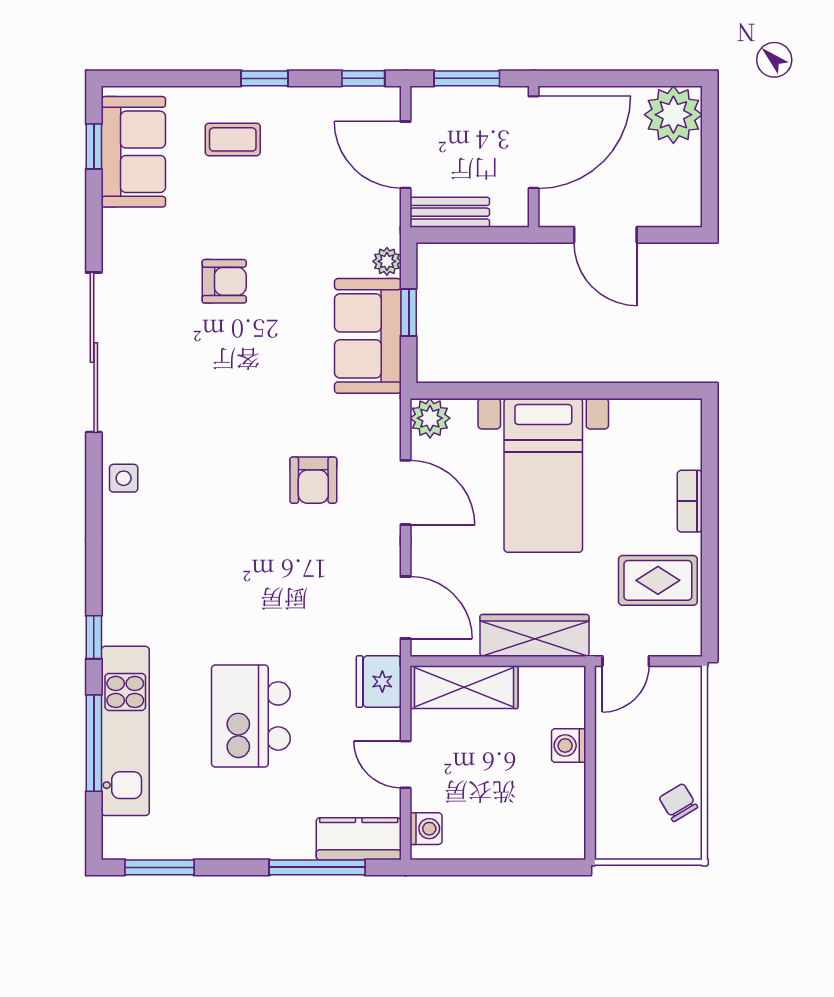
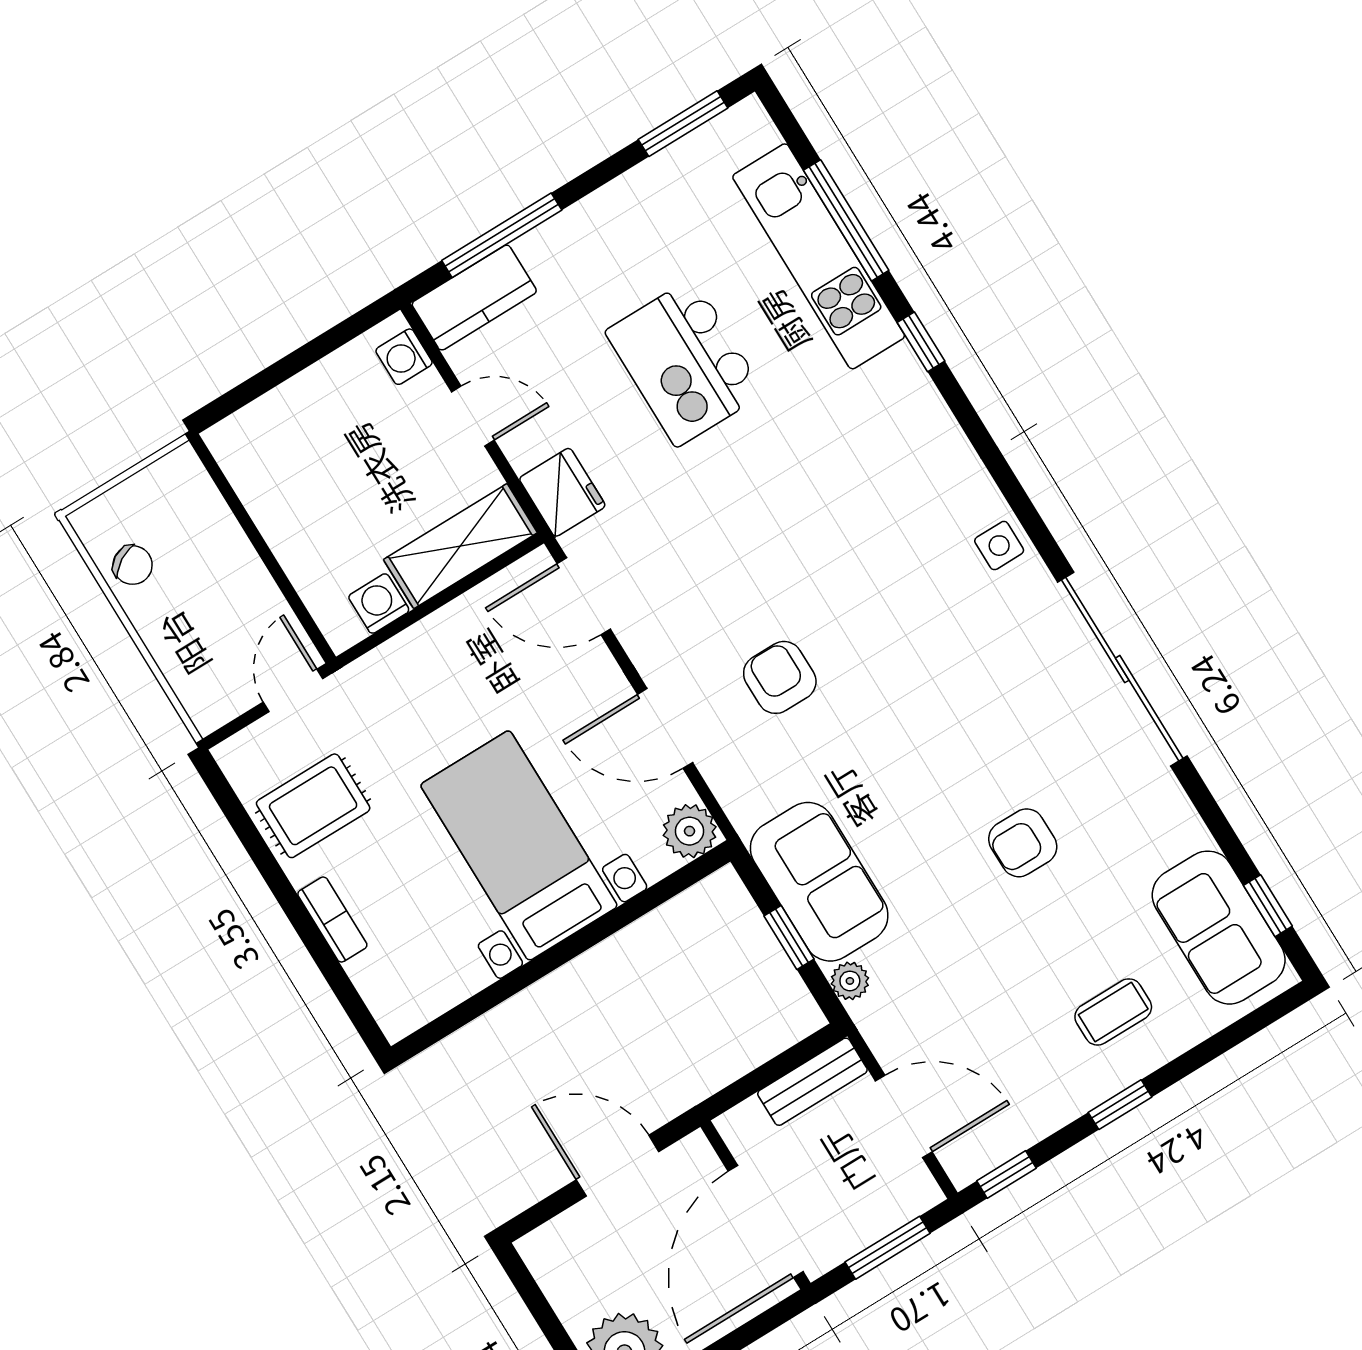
wardrobe: (534, 636) -> (416, 655), removed
kitchen island: (251, 716) -> (685, 362), turned 180
washing machine: (569, 746) -> (379, 604), moved, turned -90

